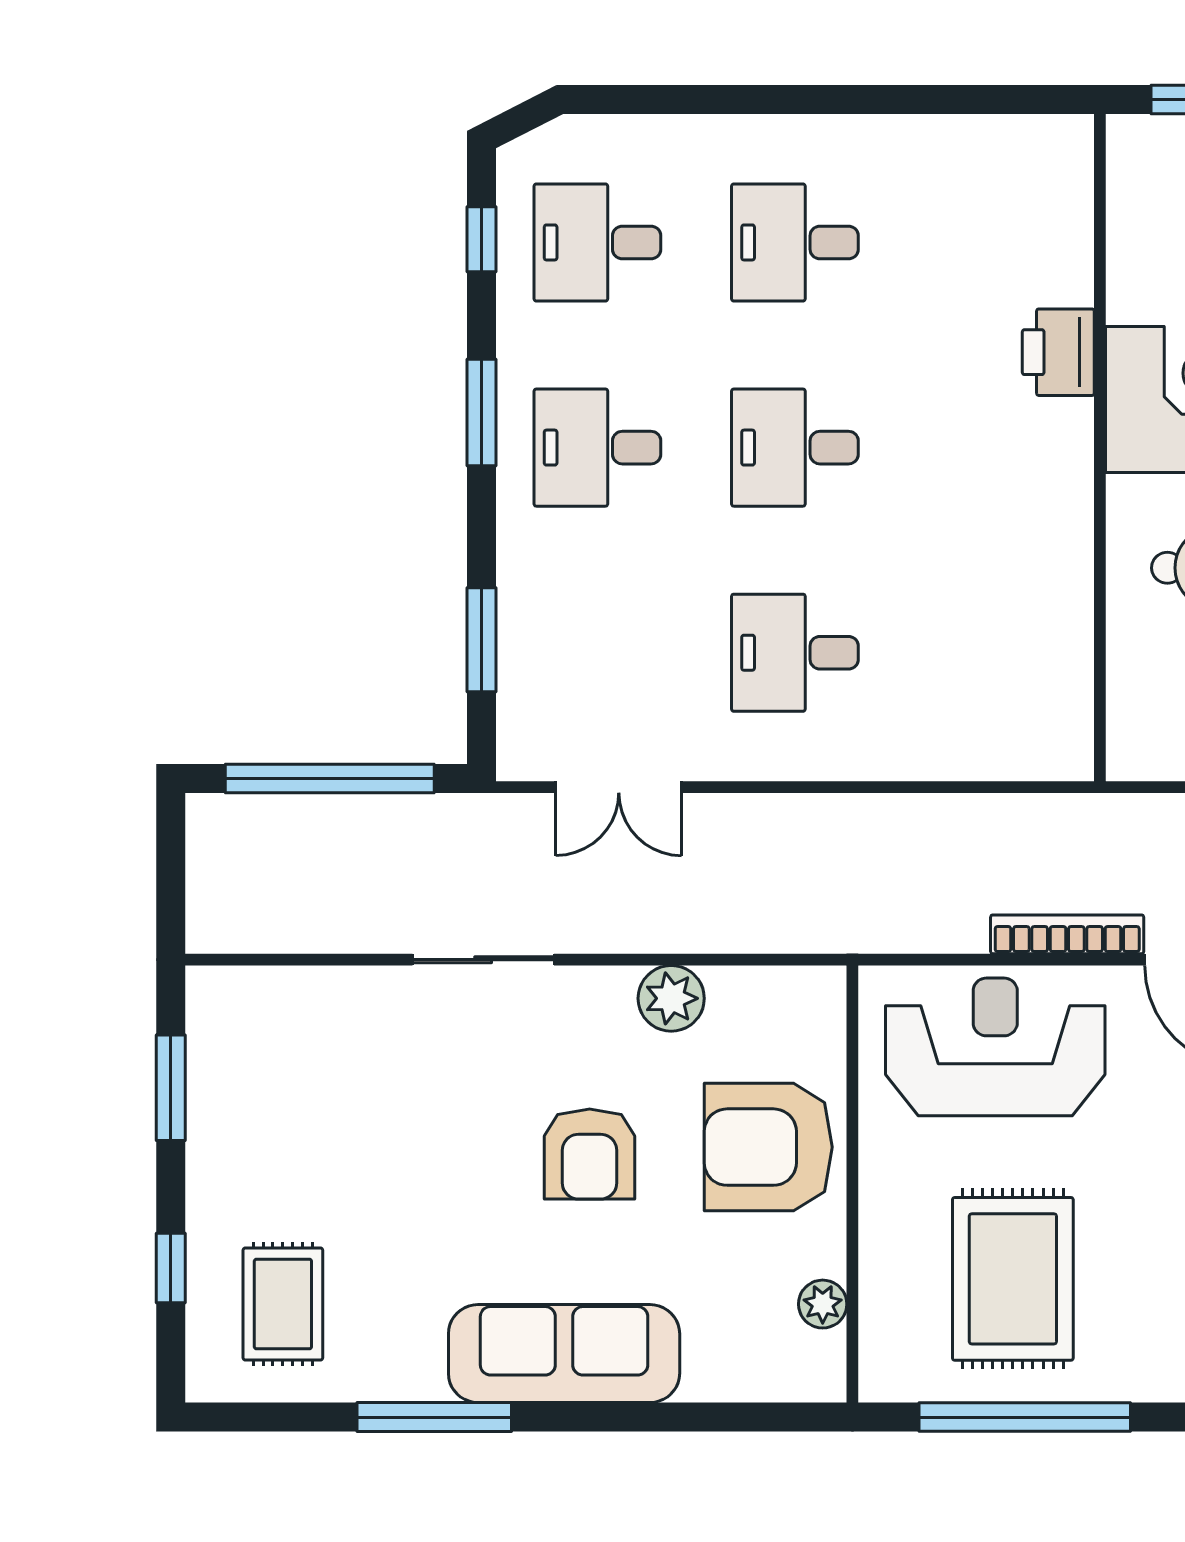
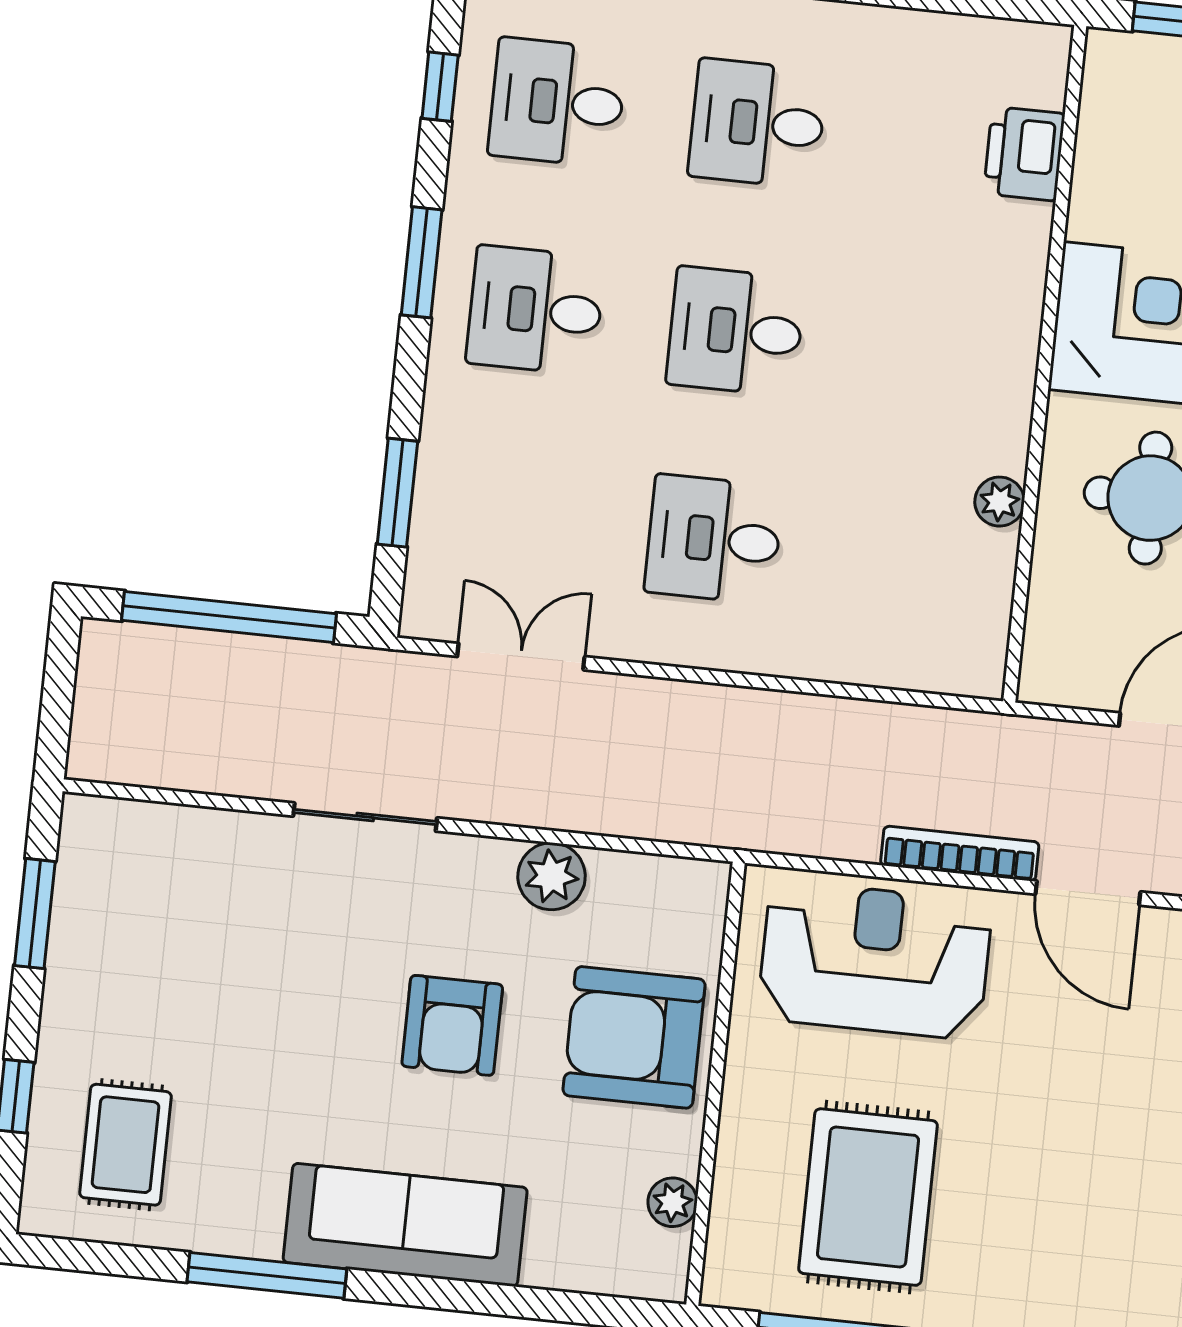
printer: (1058, 352) -> (1024, 154), moved
plant: (1070, 587) -> (1000, 502), added
double door: (619, 787) -> (521, 657), swing flipped

